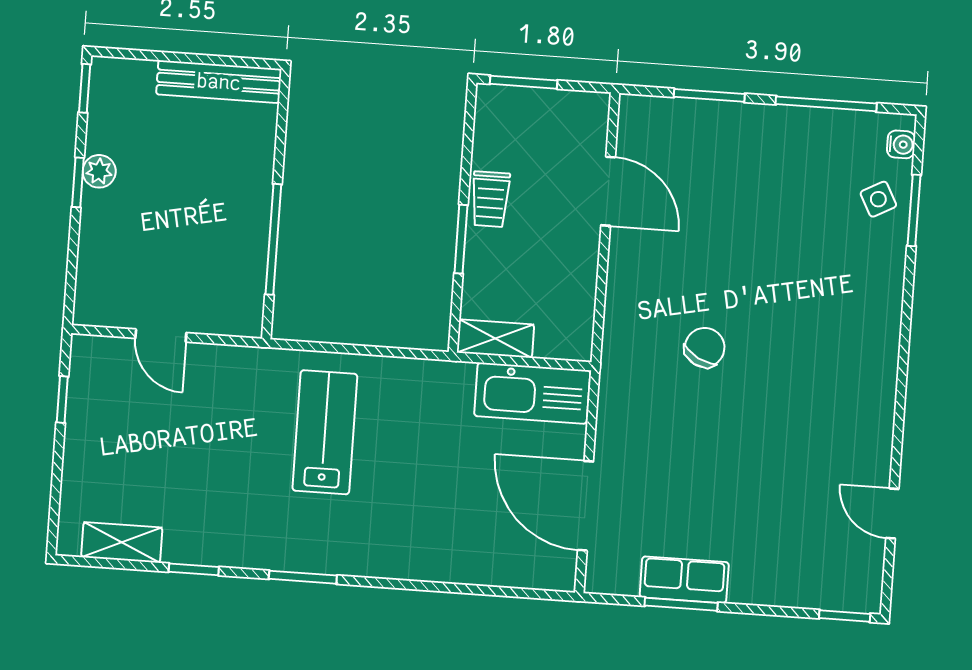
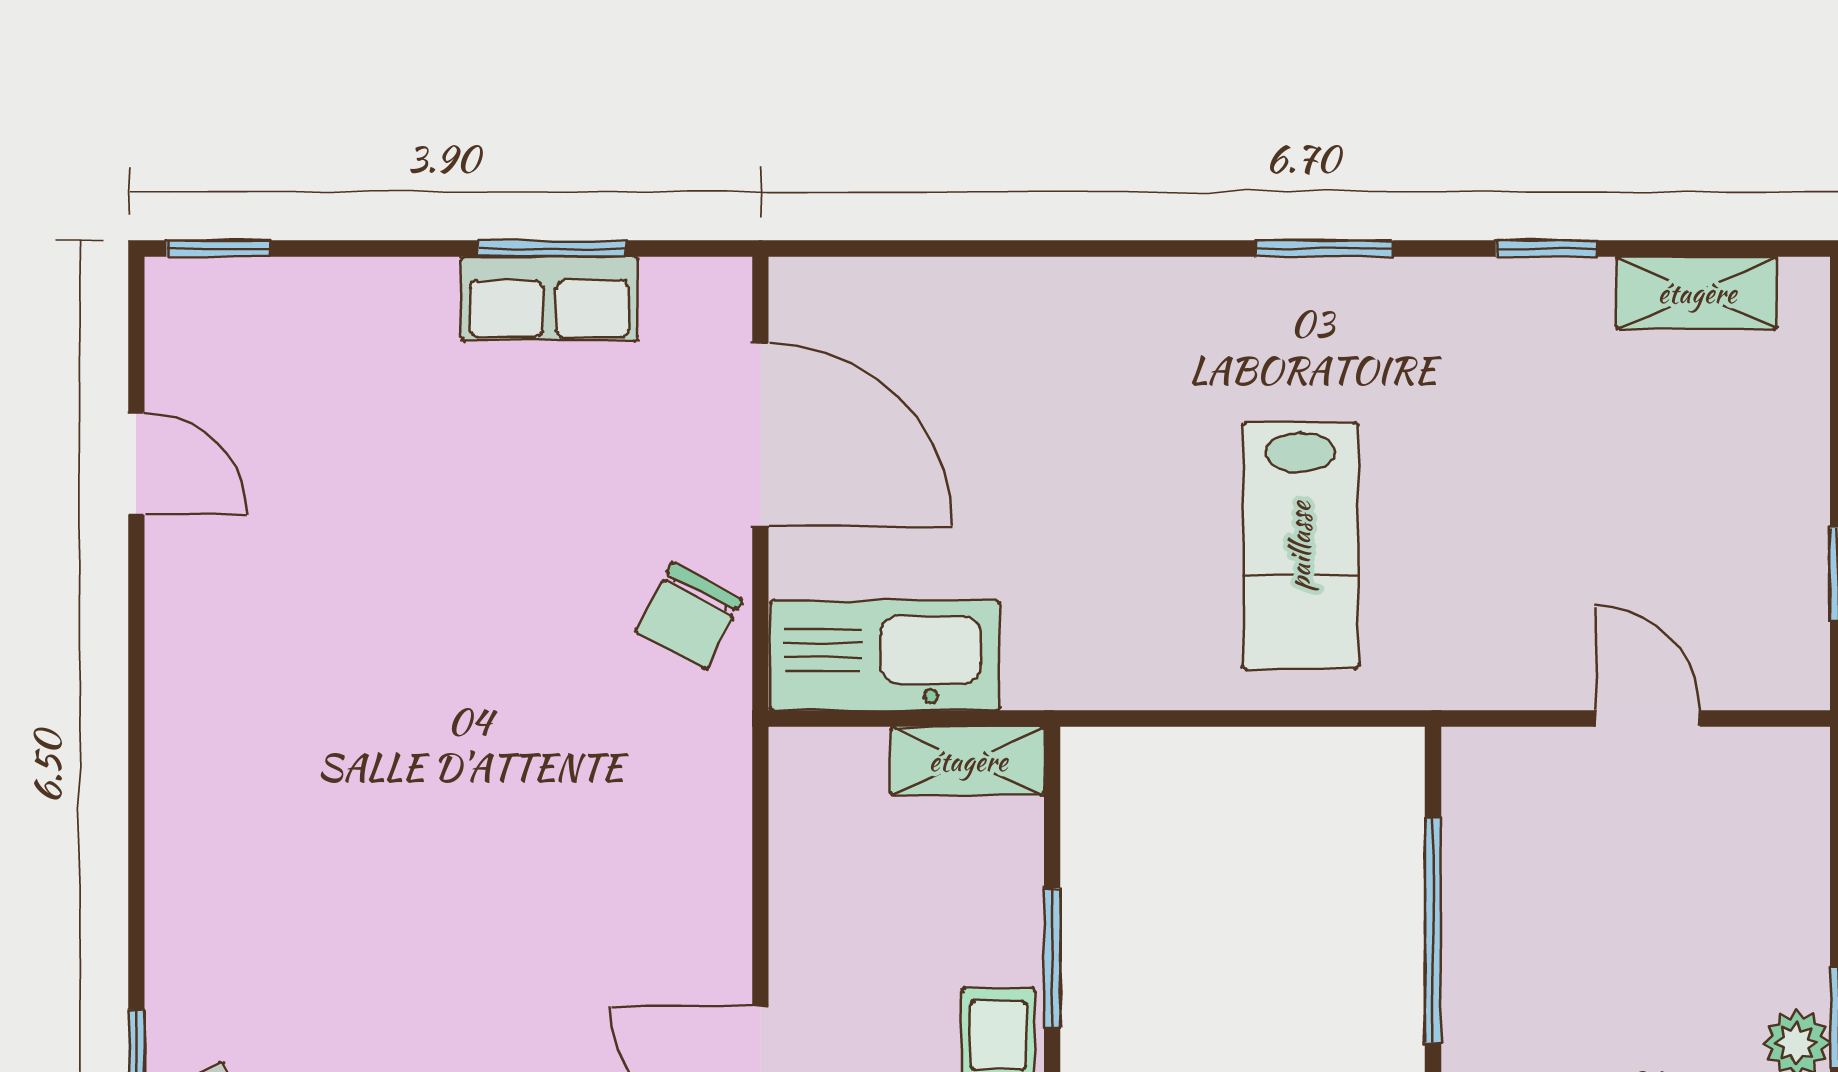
chair: (705, 347) -> (689, 616), moved

